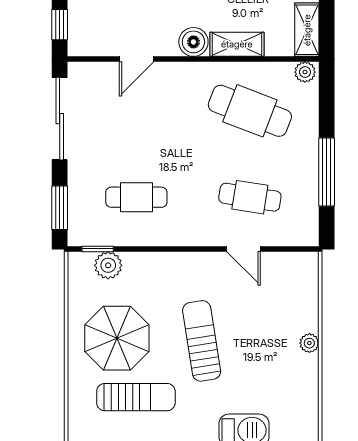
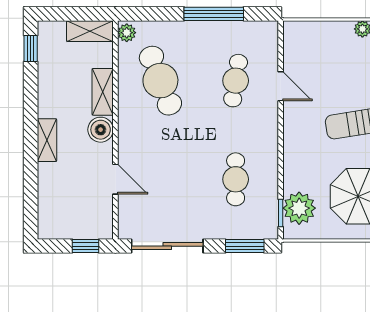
cafe table: (250, 111) -> (160, 81), turned -42
door: (243, 249) -> (281, 86), hinge flipped
plant: (108, 265) -> (299, 208), width x1.36, depth x1.36

